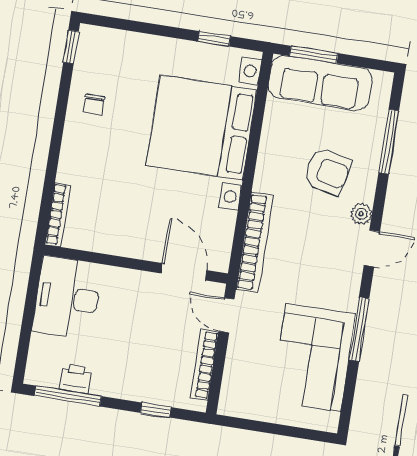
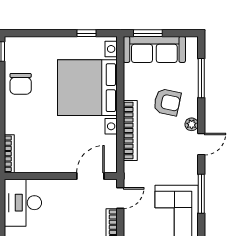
chair: (94, 104) -> (21, 84), width x1.87, depth x1.87
bookcase: (255, 242) -> (130, 130), moved
door: (184, 272) -> (90, 176), hinge flipped
door: (227, 315) -> (120, 198), swing flipped

